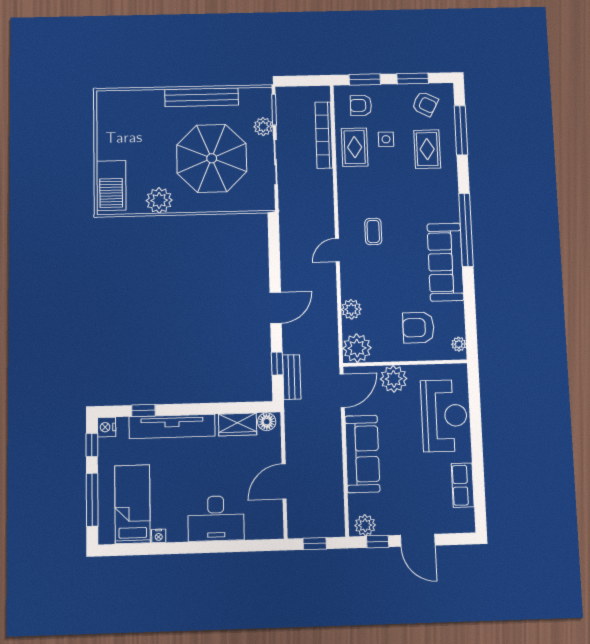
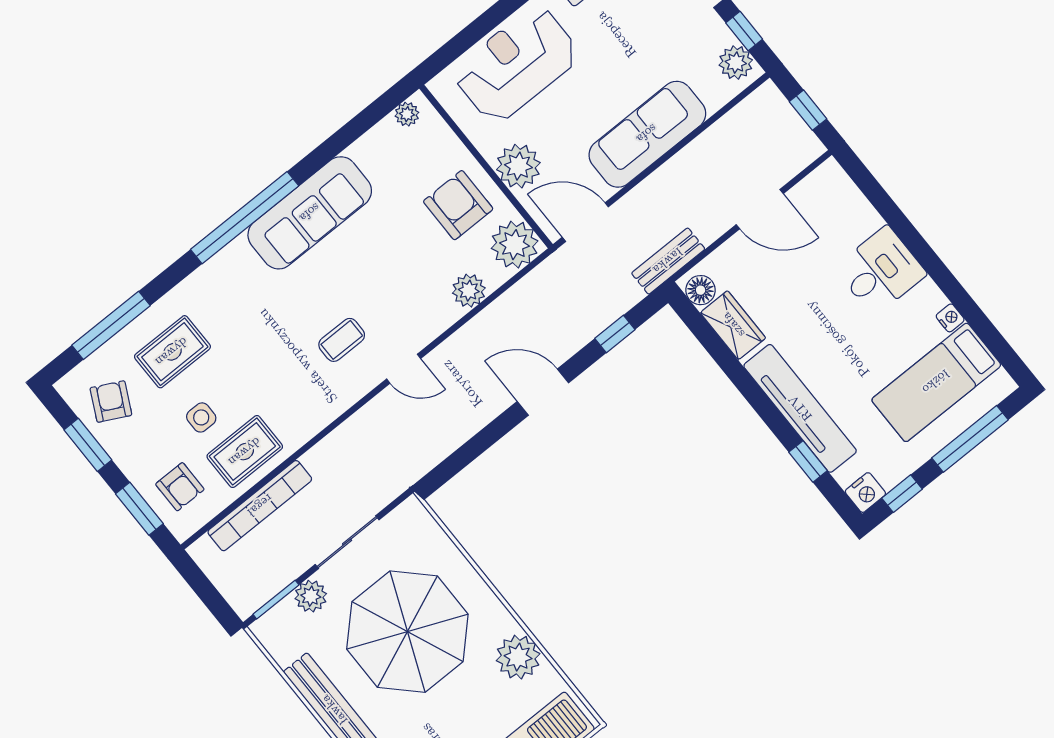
armchair: (418, 328) -> (458, 205), moved, turned 180
bench: (292, 377) -> (668, 261), moved
desk: (216, 518) -> (880, 271), width x0.73

